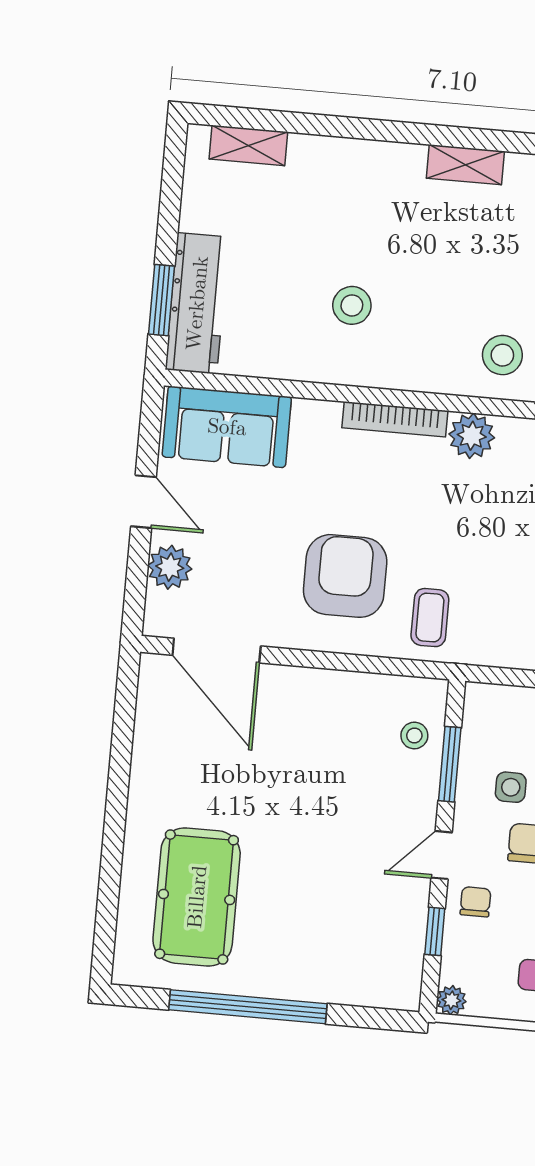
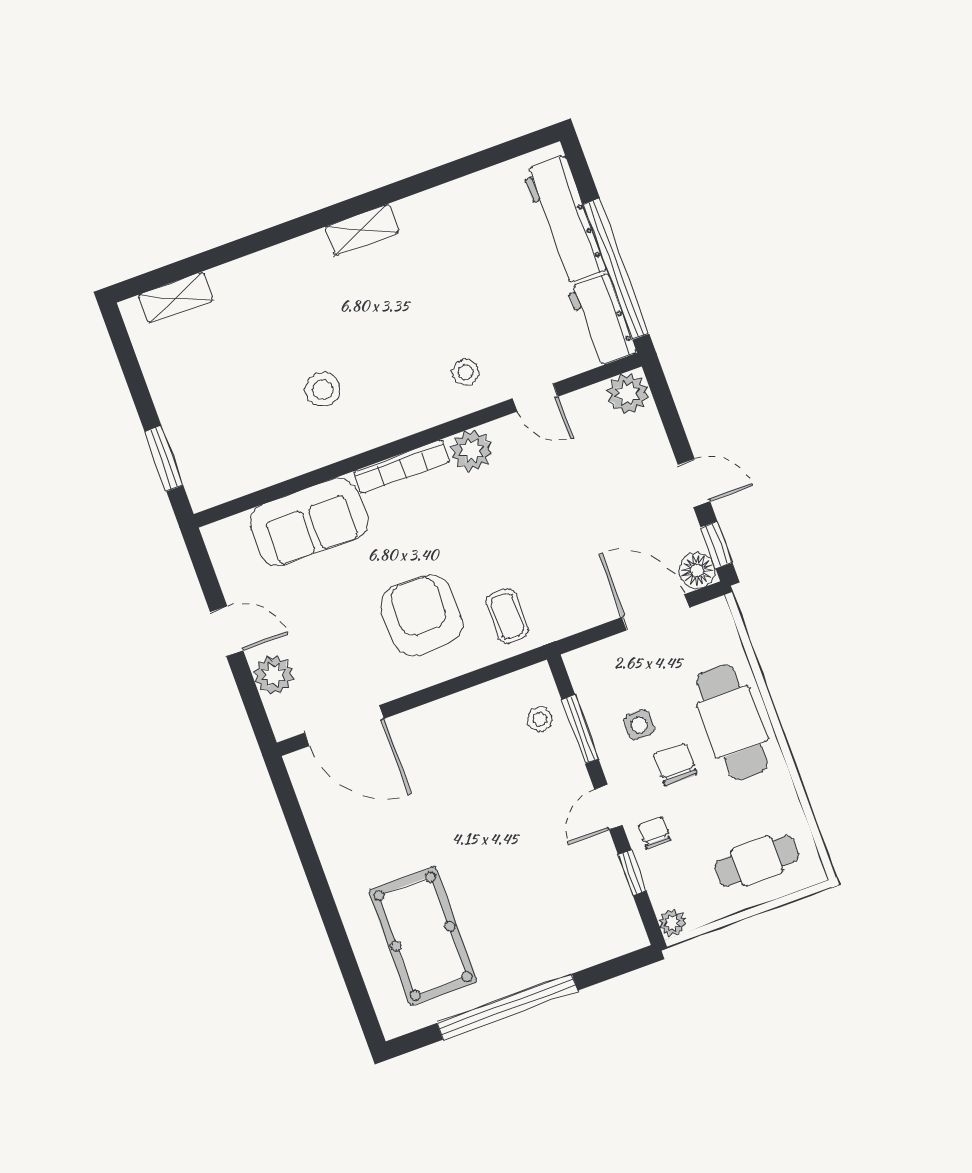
workbench: (197, 303) -> (194, 447), removed
stool: (502, 355) -> (466, 372), width x0.73, depth x0.73
sofa: (227, 427) -> (309, 522), moved

